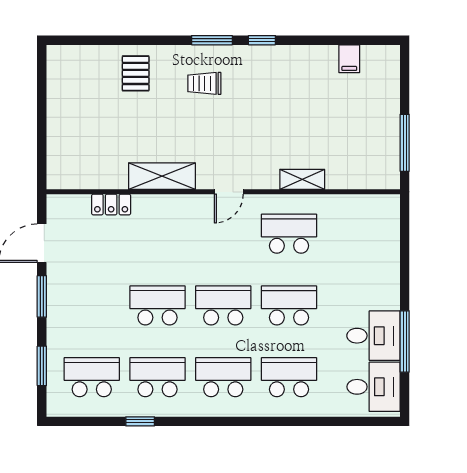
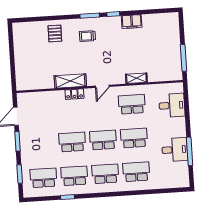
filing cabinet: (349, 59) -> (132, 22), moved, width x2.00
locker: (111, 204) -> (74, 94), moved
desk: (373, 387) -> (172, 105), moved

